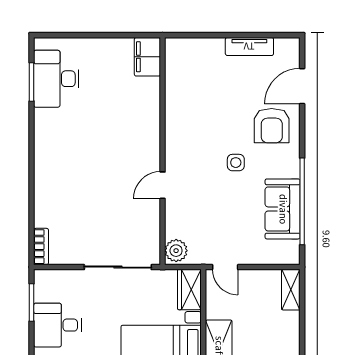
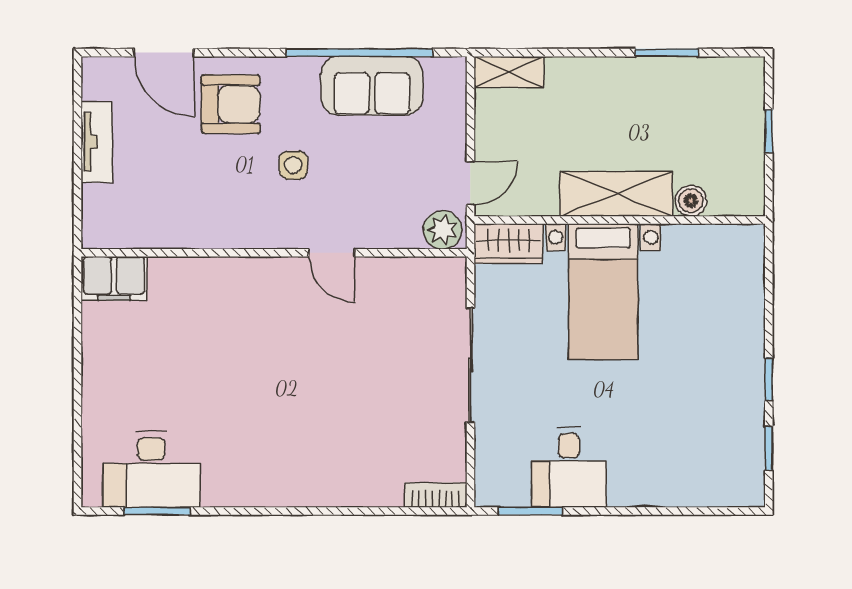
filing cabinet: (147, 57) -> (114, 278), moved
wall: (163, 151) -> (274, 253), moved
door: (163, 185) -> (332, 253), moved
plant: (176, 251) -> (443, 230), moved

